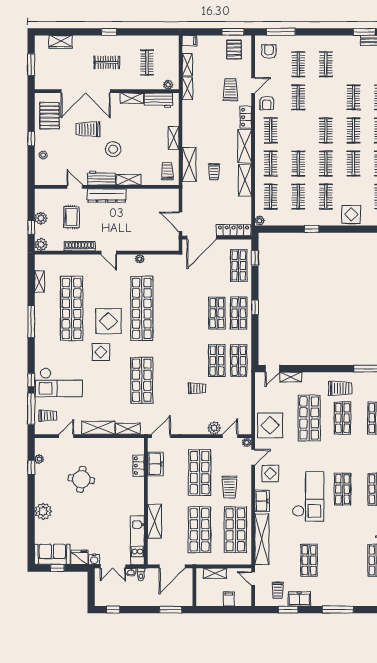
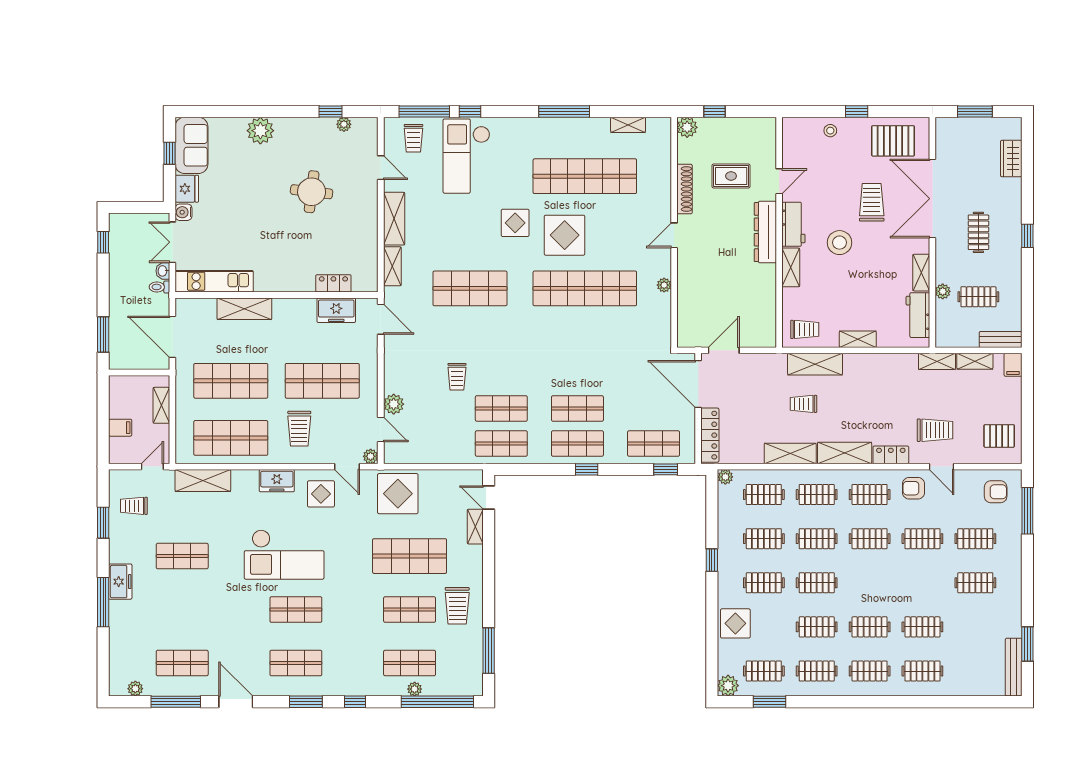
window: (233, 32) -> (1027, 434), removed
bench: (174, 49) -> (1001, 339), added
plant: (168, 85) -> (943, 291), moved
clothes rail: (326, 130) -> (870, 539), moved
plant: (41, 218) -> (729, 127), removed
trolley: (229, 487) -> (299, 429), turned -90
shelving: (262, 539) -> (203, 480), width x0.68
freezer: (299, 599) -> (120, 582), moved

